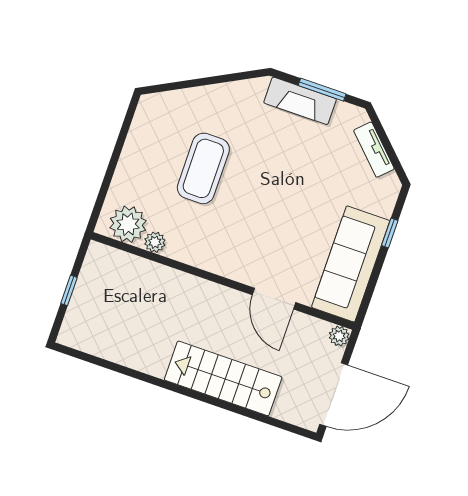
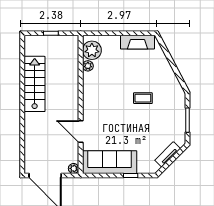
fireplace: (300, 101) -> (138, 42), moved, turned -90
coffee table: (203, 168) -> (143, 98), moved, width x0.54, depth x0.58
door: (274, 299) -> (81, 132), hinge flipped
stairs: (223, 378) -> (35, 84), moved

